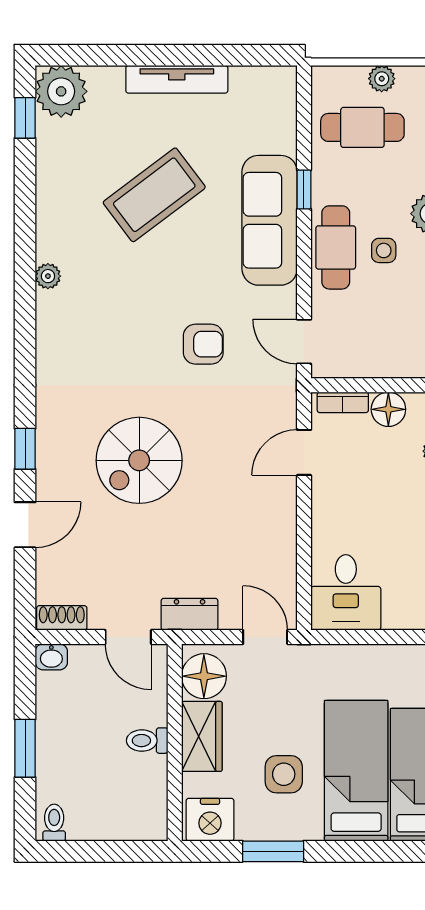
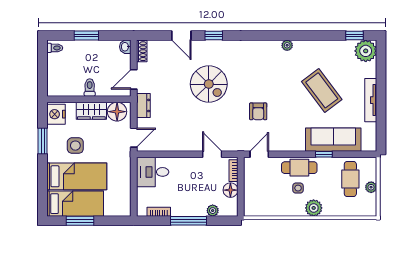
sofa: (270, 220) -> (333, 140), moved
spiral stairs: (139, 460) -> (209, 84), turned 180

